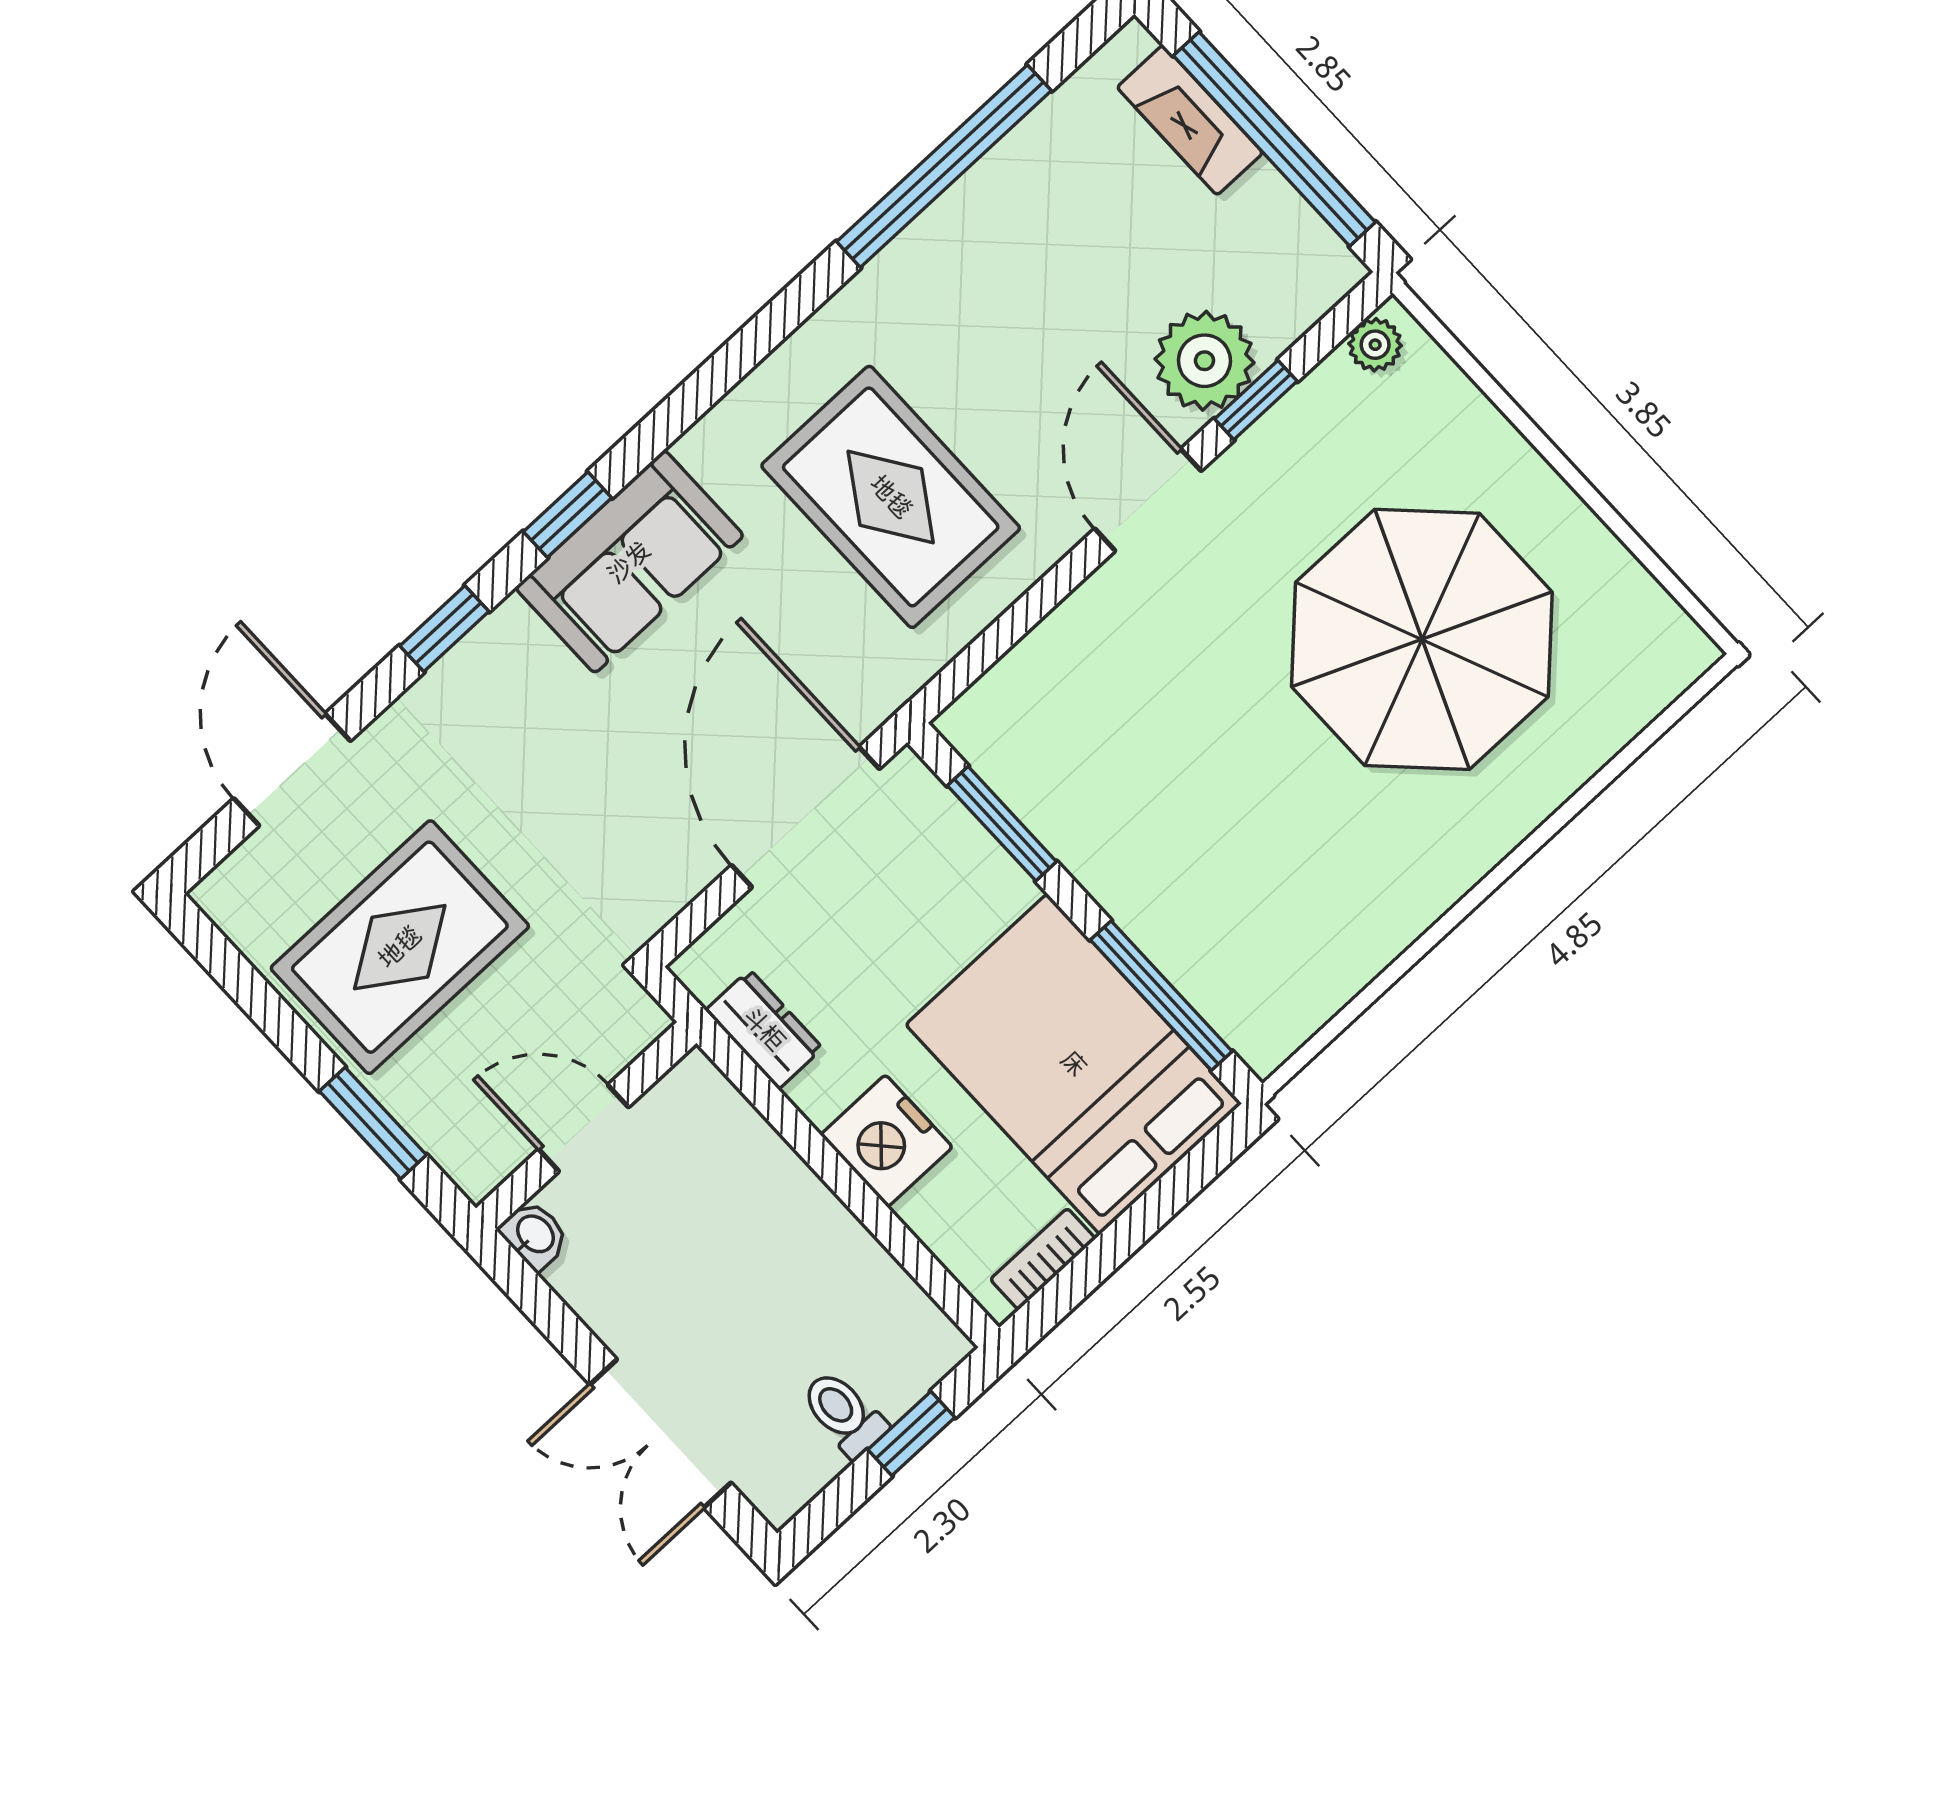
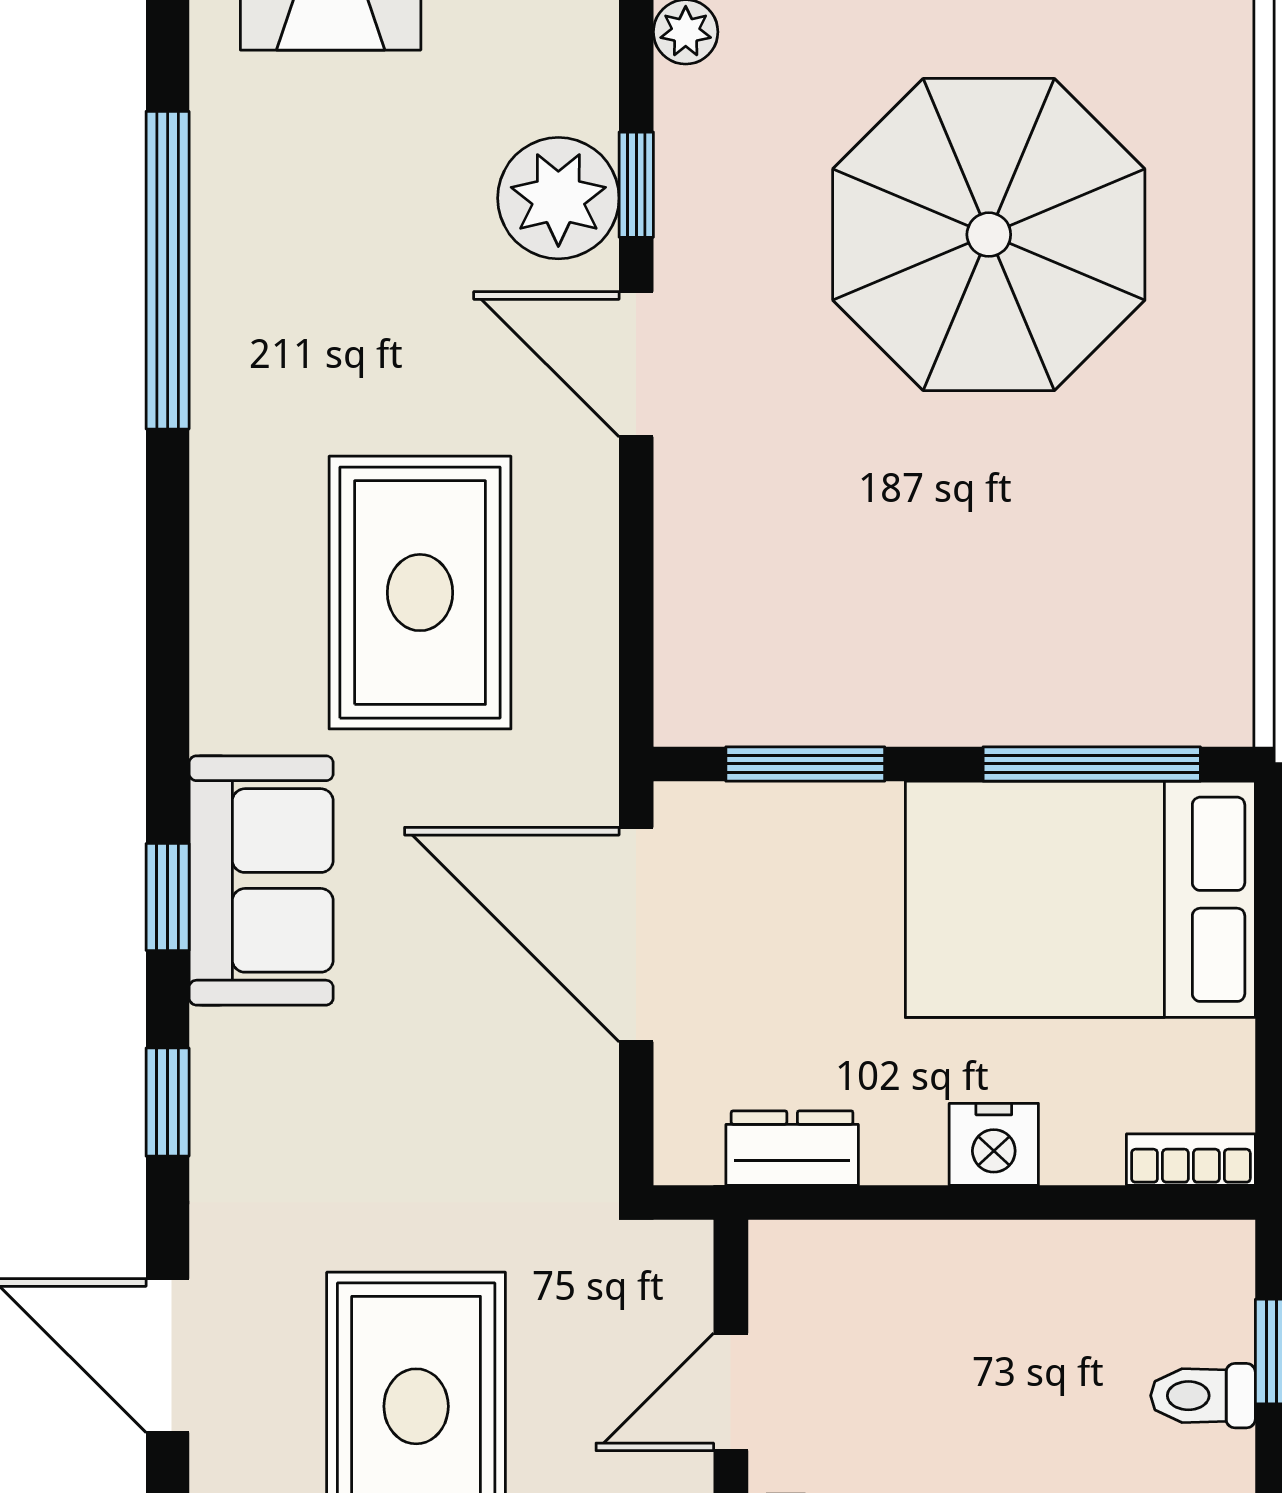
rug: (891, 497) -> (420, 593), turned 90
nightstand: (886, 1141) -> (994, 1144), width x0.74, depth x0.75
bookcase: (1043, 1259) -> (1191, 1160), moved, turned 90

